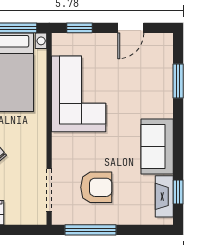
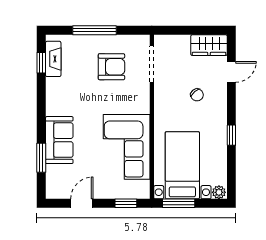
sofa: (157, 146) -> (59, 140), moved
armchair: (96, 187) -> (111, 67), turned 180
window: (90, 230) -> (94, 30), moved

